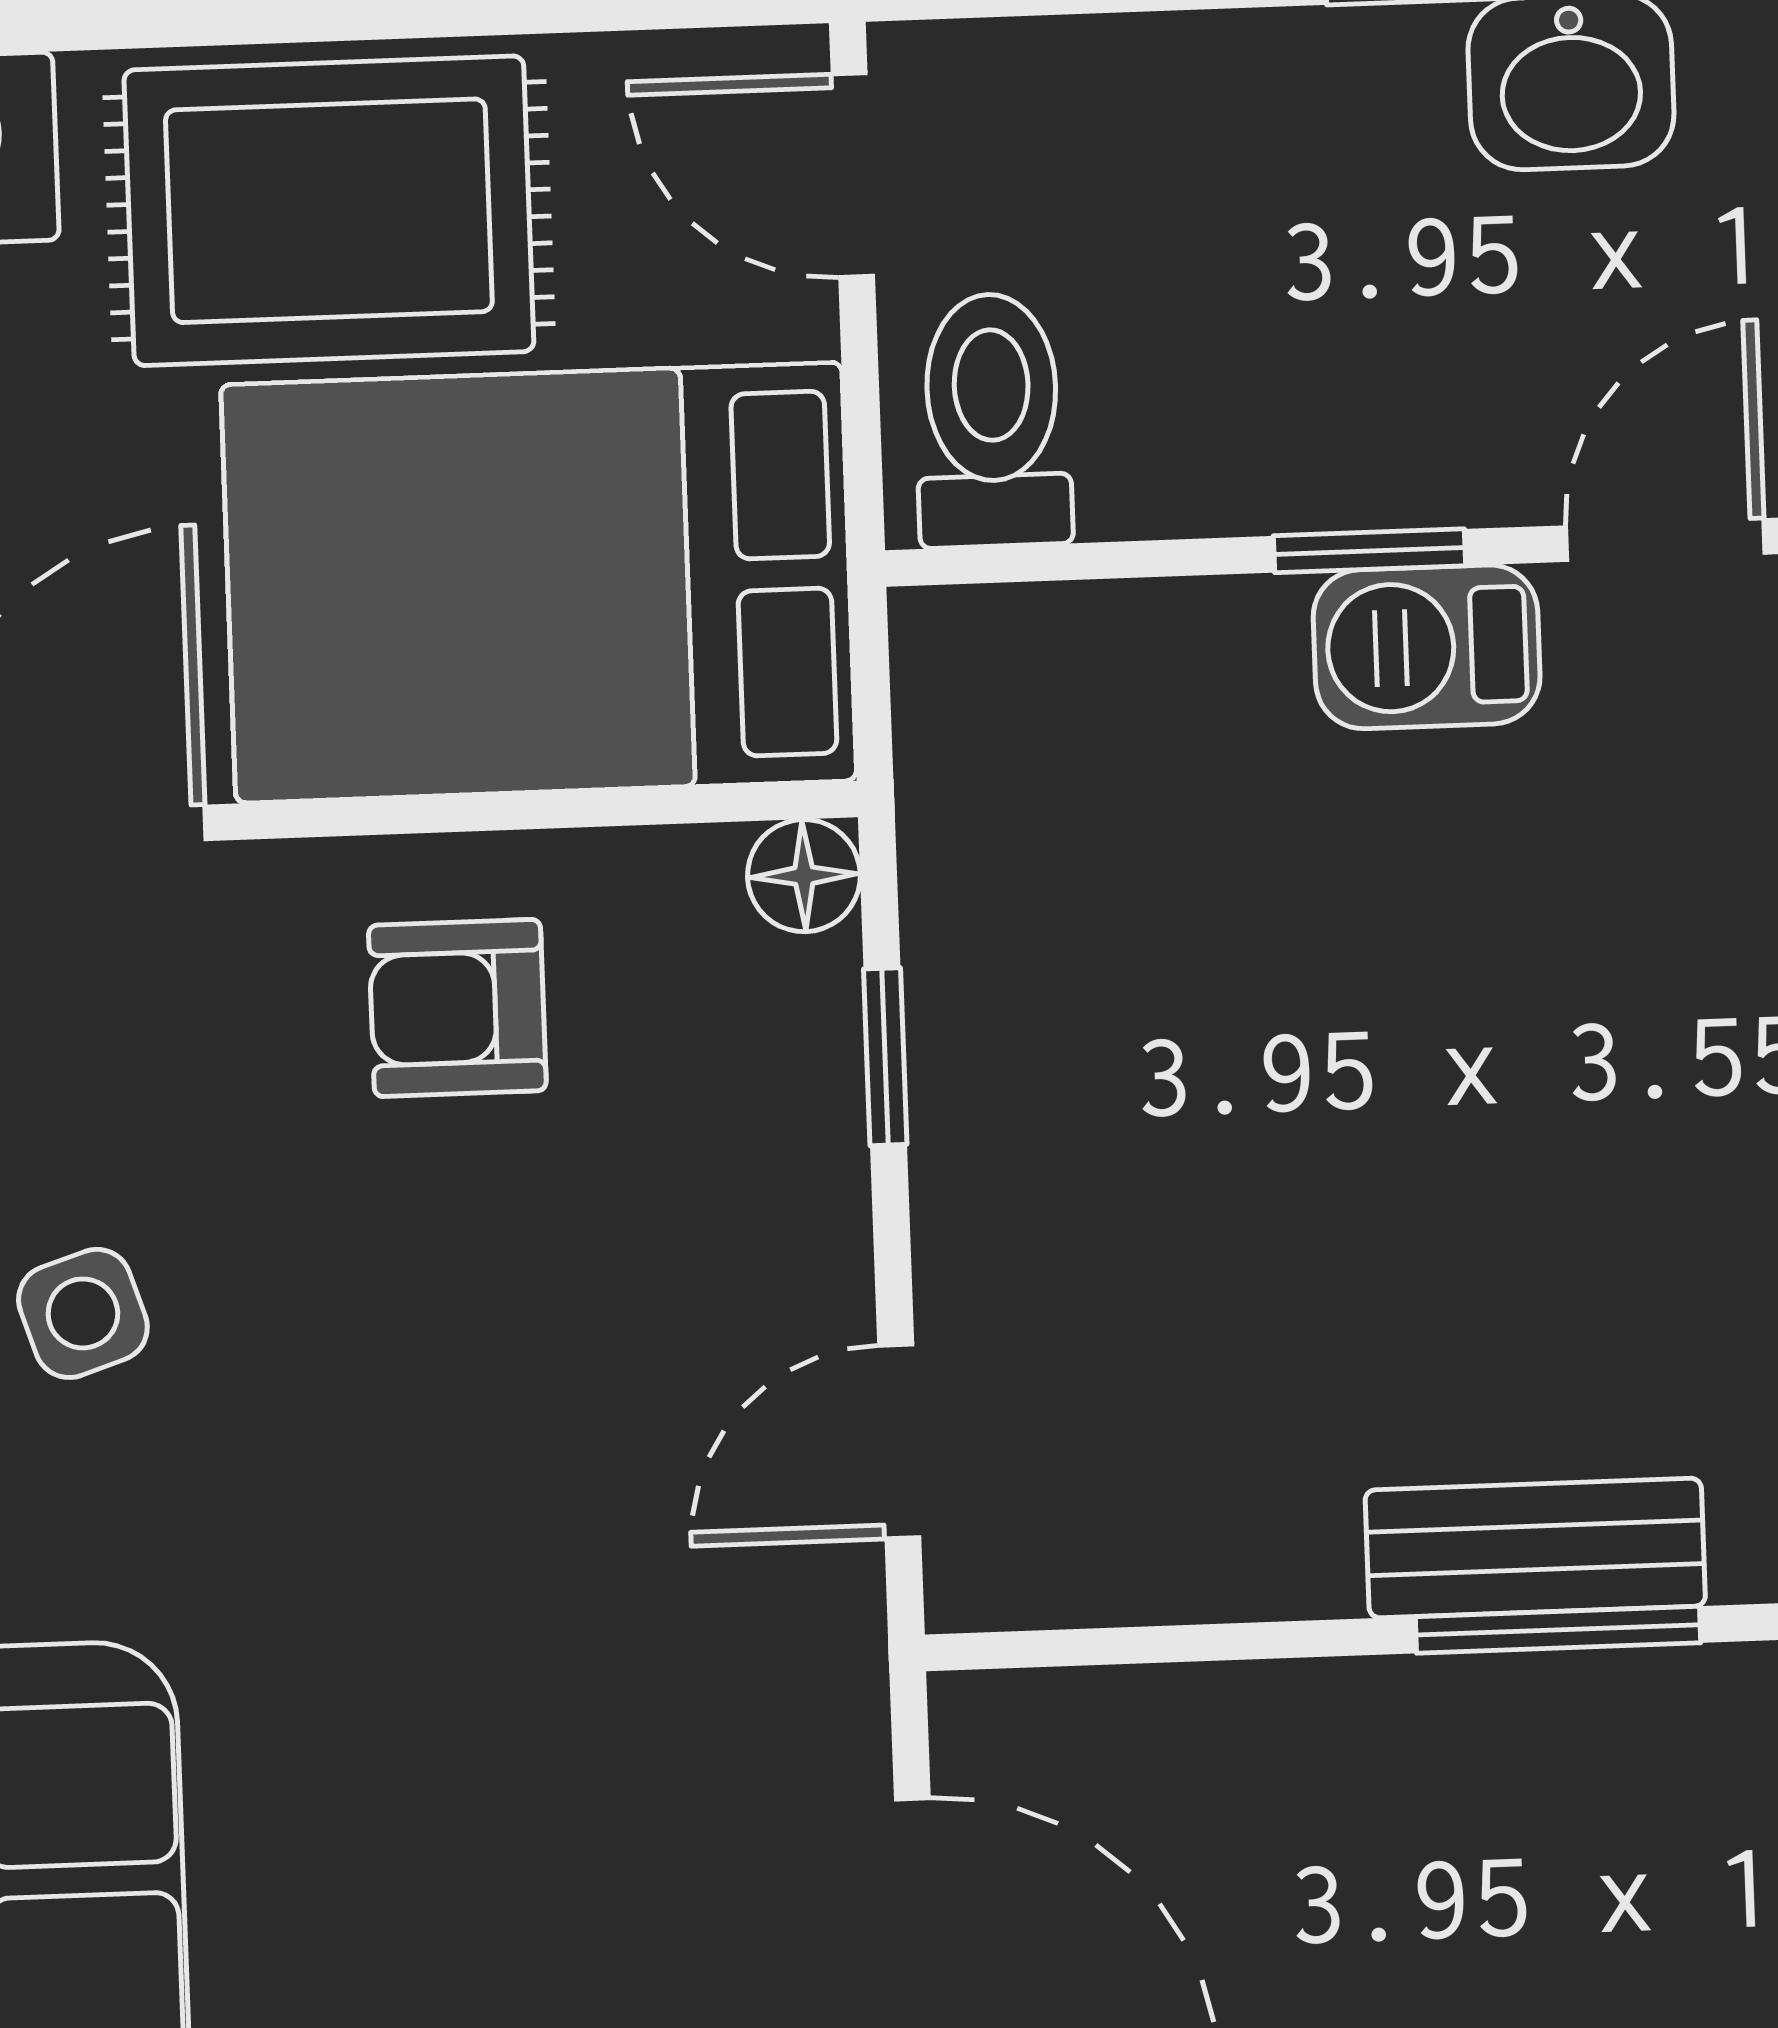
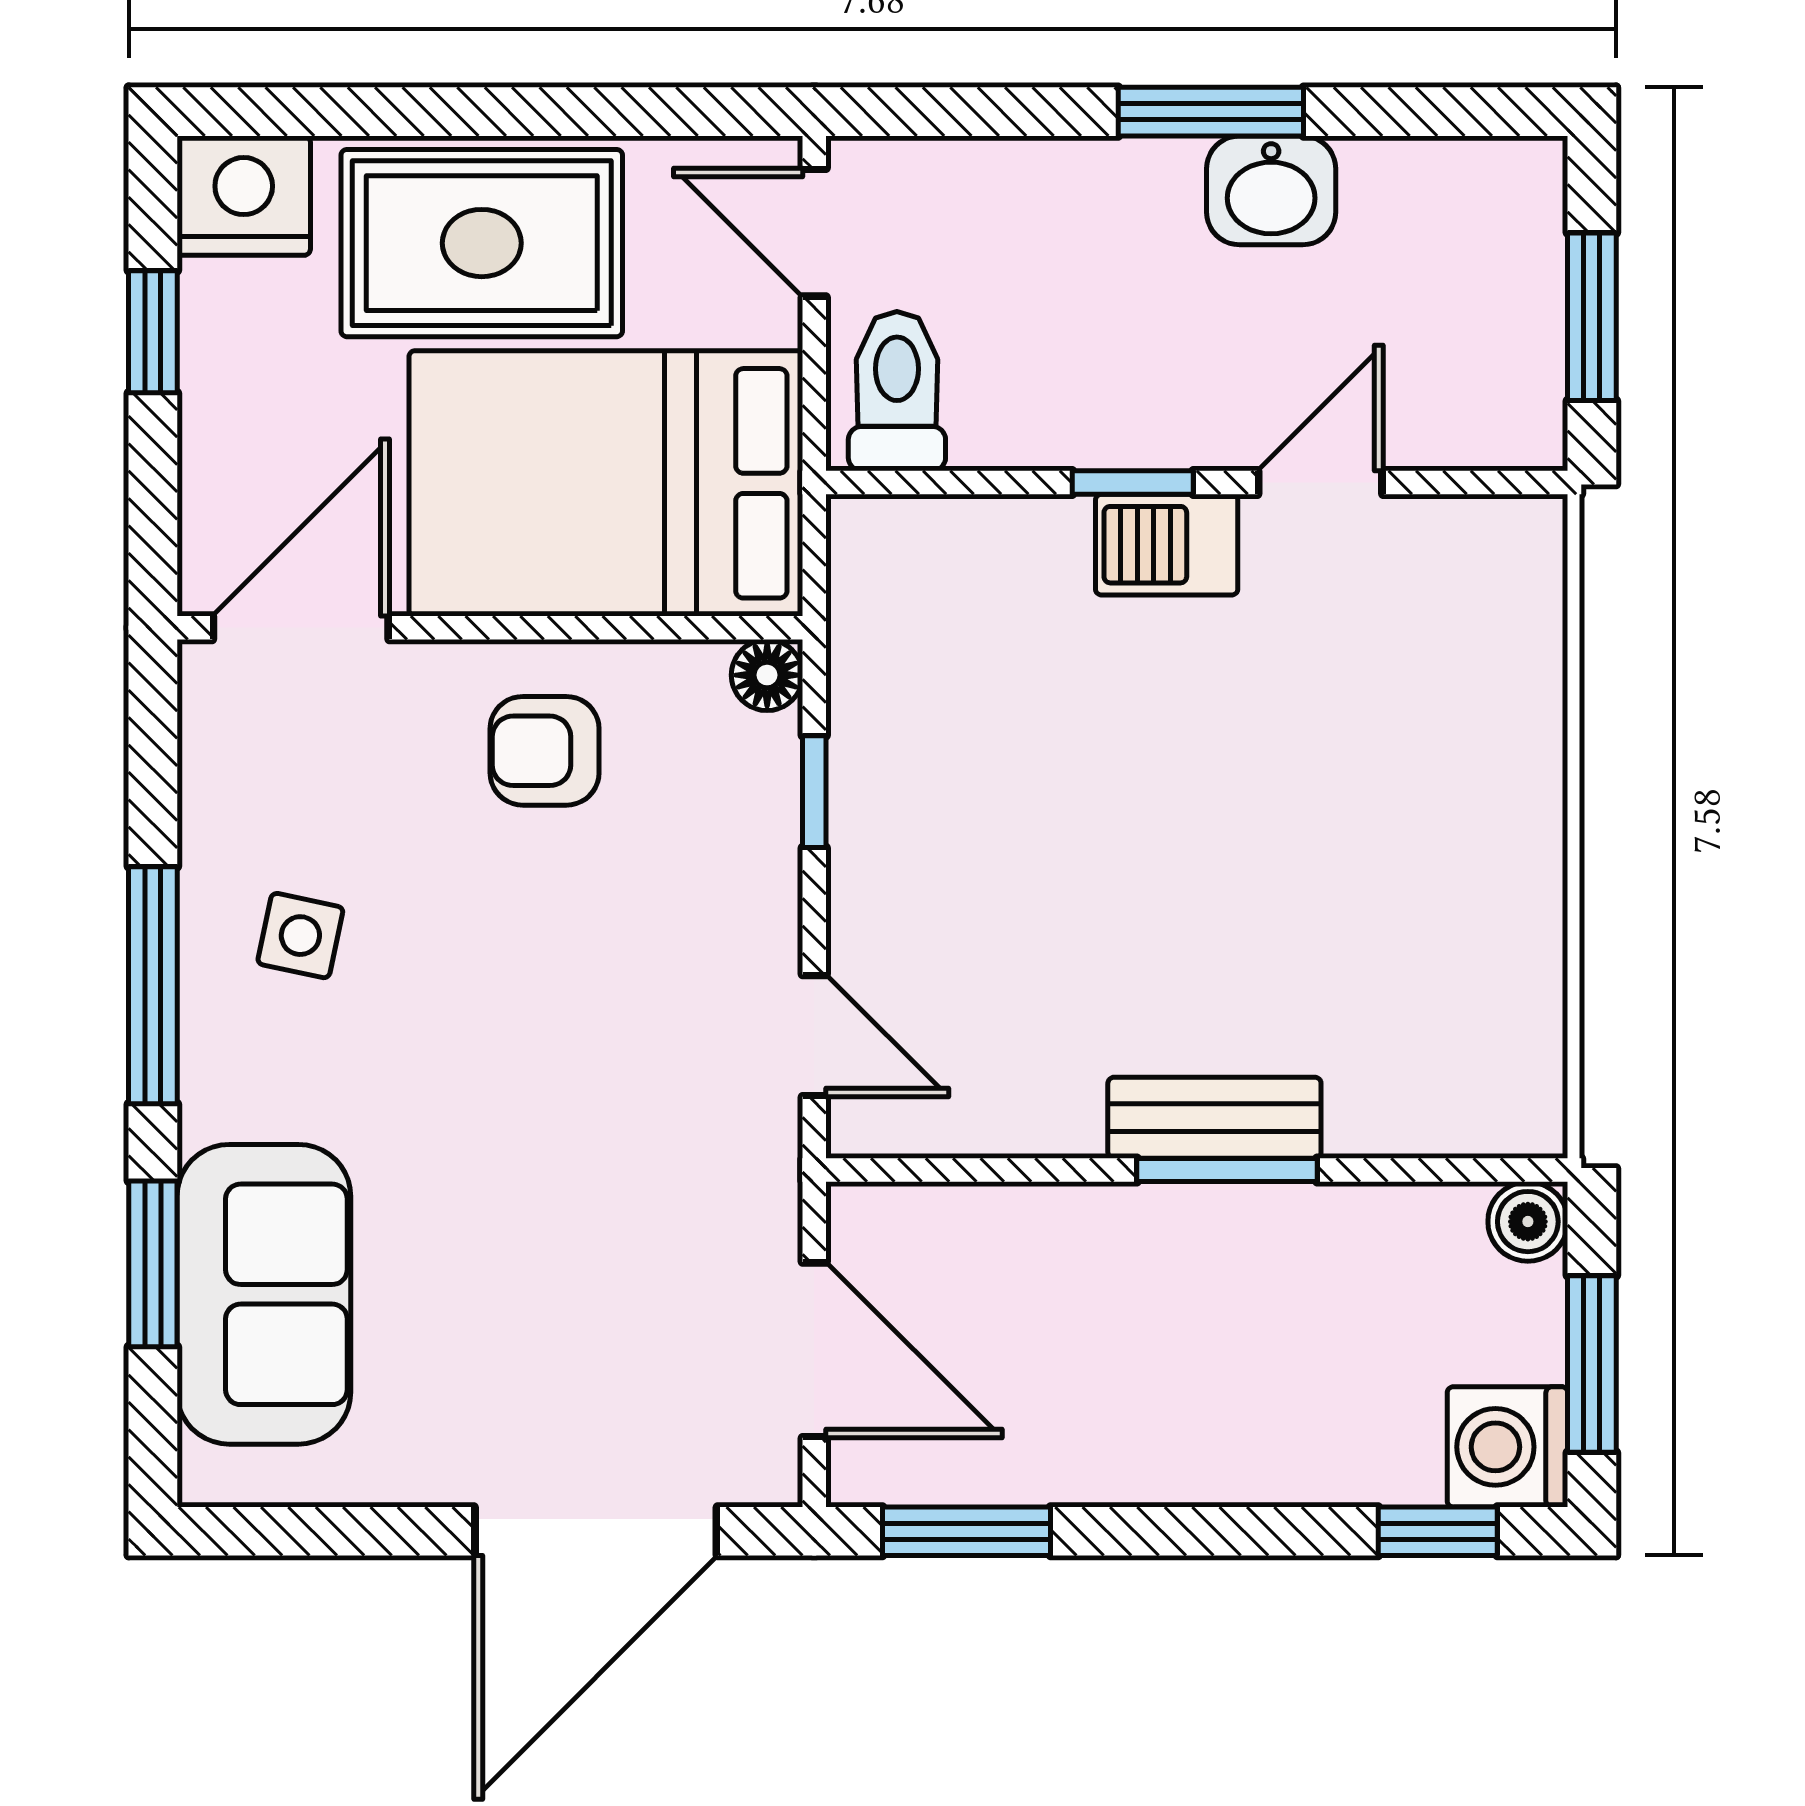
side table: (83, 1313) -> (300, 936), turned 30
door: (899, 1442) -> (814, 1036), swing flipped

